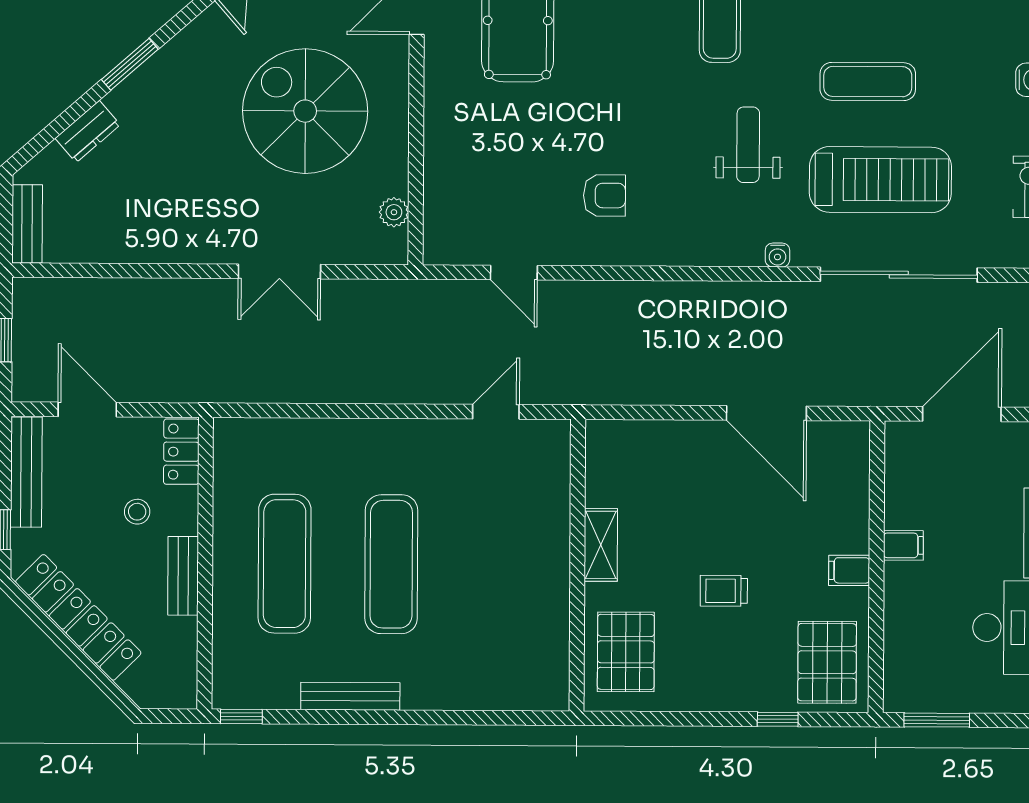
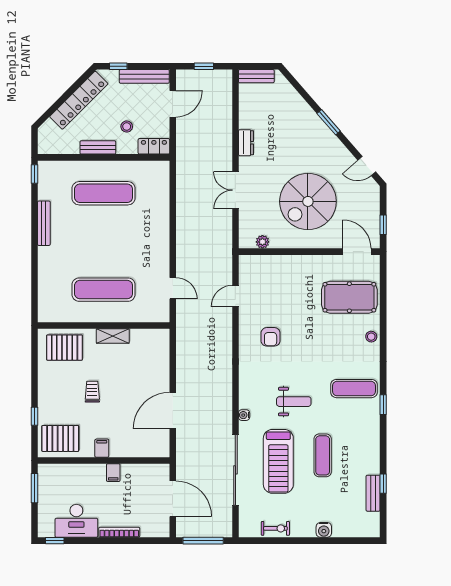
spiral stairs: (305, 111) -> (308, 201), turned 180
dresser: (88, 131) -> (246, 143), moved, turned -139
exercise mat: (391, 564) -> (104, 290), moved

